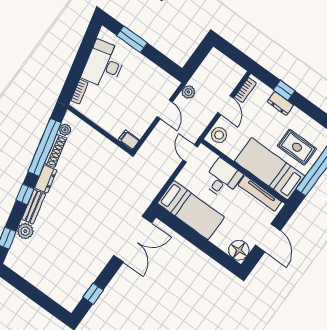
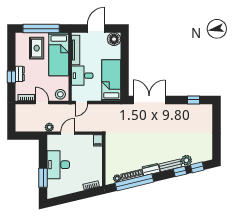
desk: (104, 64) -> (58, 165), moved, turned 103
door: (225, 105) -> (42, 102), hinge flipped
window: (25, 194) -> (180, 171), moved

